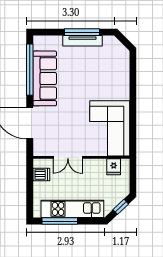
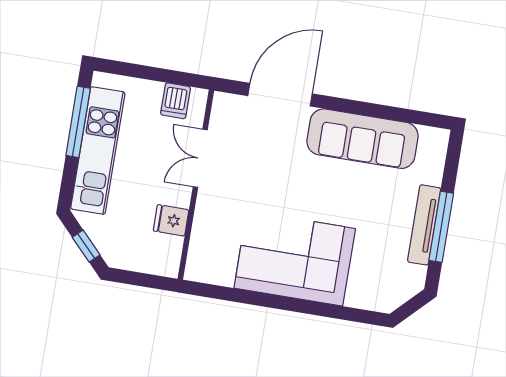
window: (30, 70) -> (385, 112), removed
corner sofa: (110, 128) -> (295, 258), moved
fridge: (114, 167) -> (171, 220), moved

